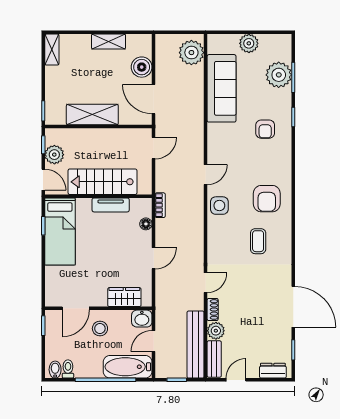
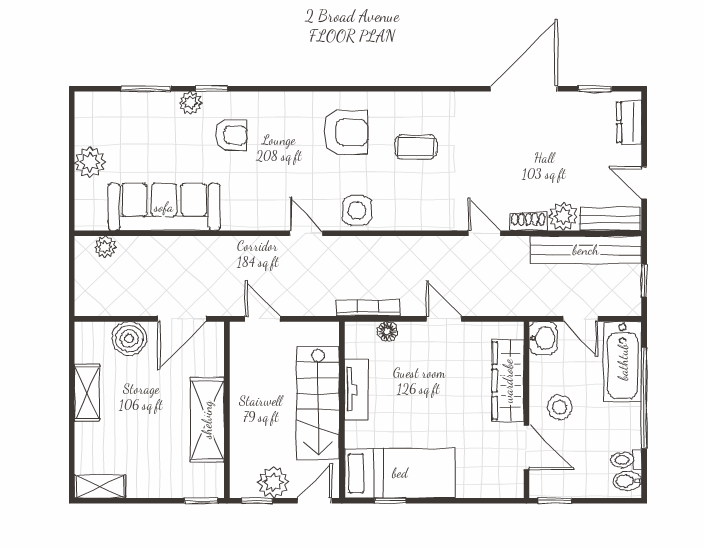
plant: (191, 53) -> (105, 247), width x0.53, depth x0.53
plant: (279, 75) -> (190, 103), moved, width x0.53, depth x0.53
bookcase: (160, 205) -> (368, 308), width x1.56
wardrobe: (124, 297) -> (508, 381), width x1.50

